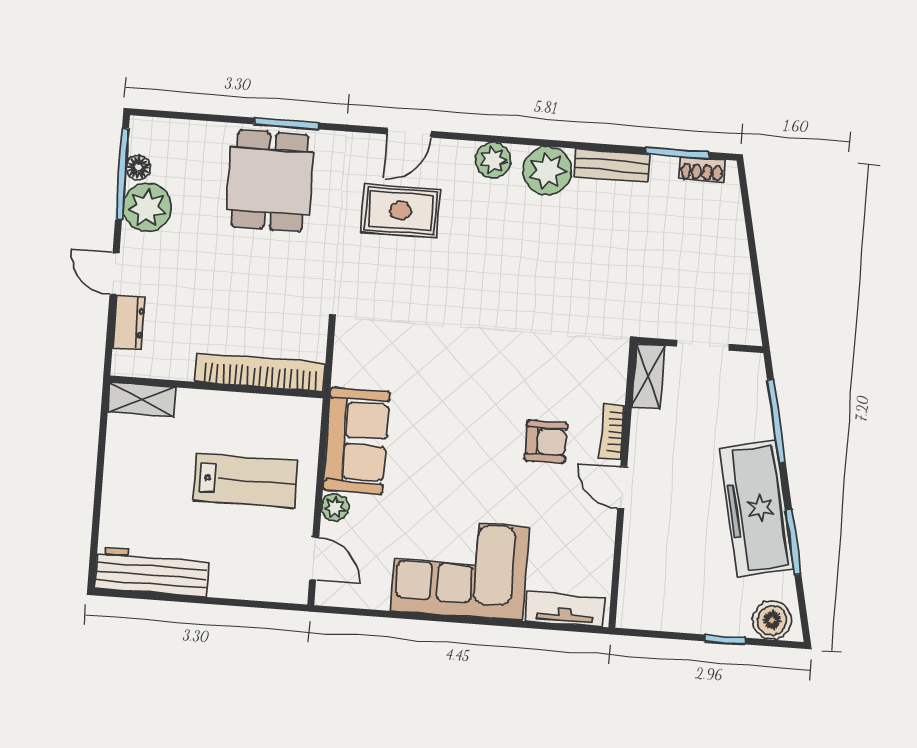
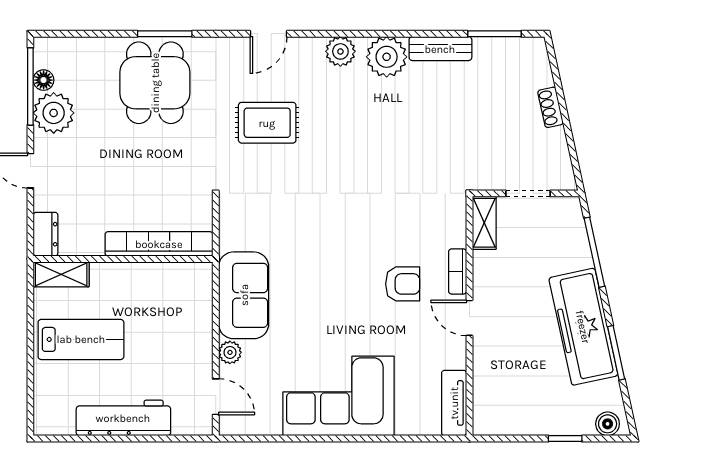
shoe rack: (702, 169) -> (551, 107), moved, turned 78
rug: (401, 211) -> (267, 123), moved
dresser: (129, 323) -> (46, 234), moved
lab bench: (245, 481) -> (81, 339), moved
workbench: (152, 572) -> (123, 418), moved
tv unit: (565, 609) -> (454, 403), moved, turned -90
boiler: (772, 620) -> (608, 424), width x0.73, depth x0.73

